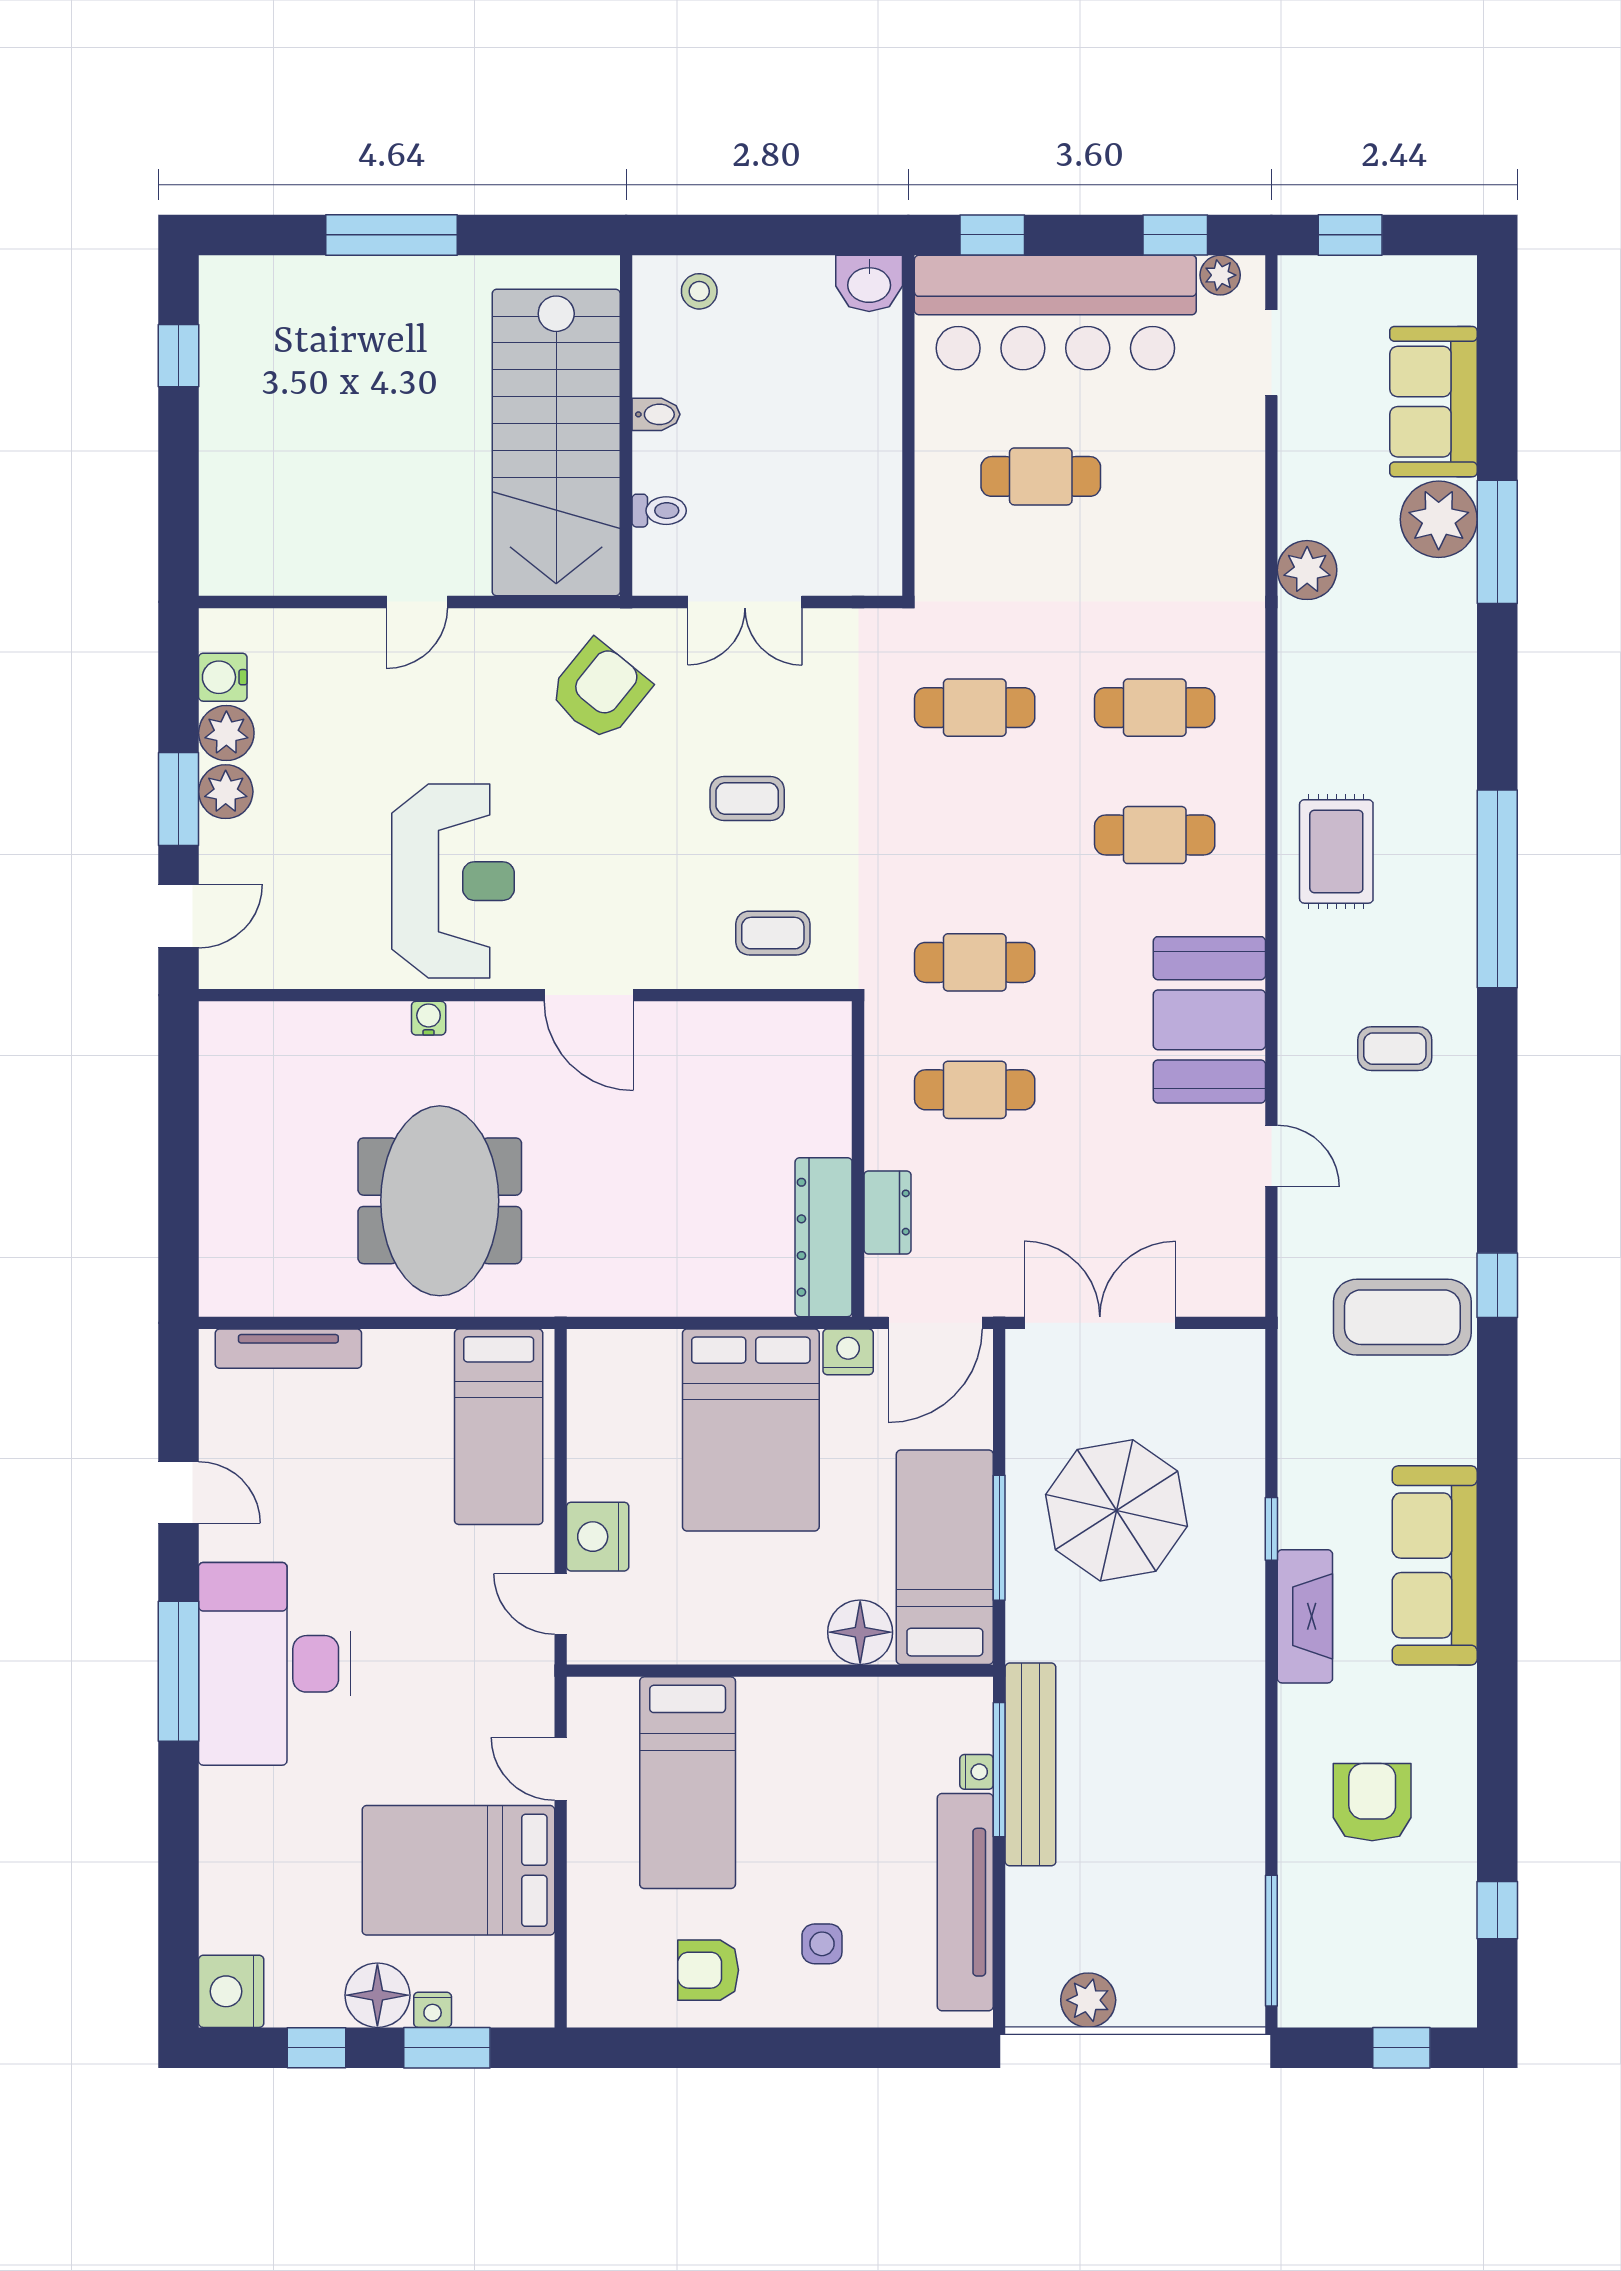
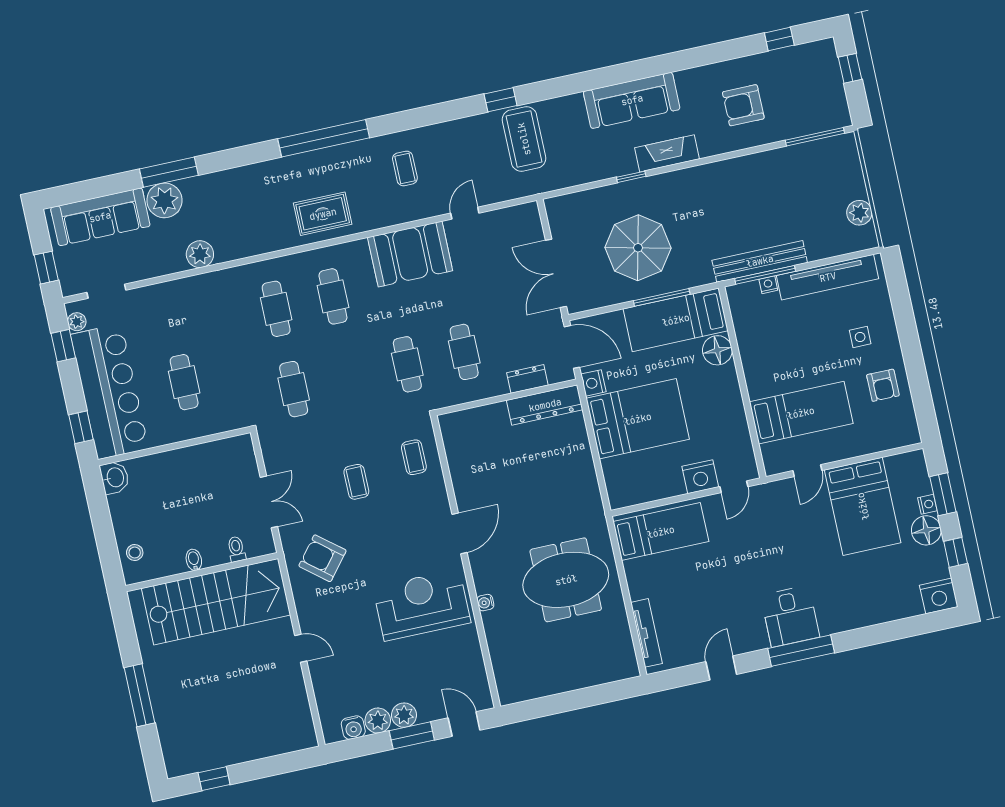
sofa: (1433, 402) -> (100, 217), width x1.36
desk: (275, 1664) -> (790, 616), width x0.53, depth x0.77

